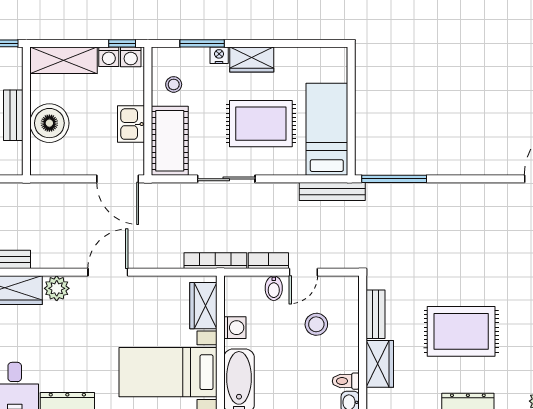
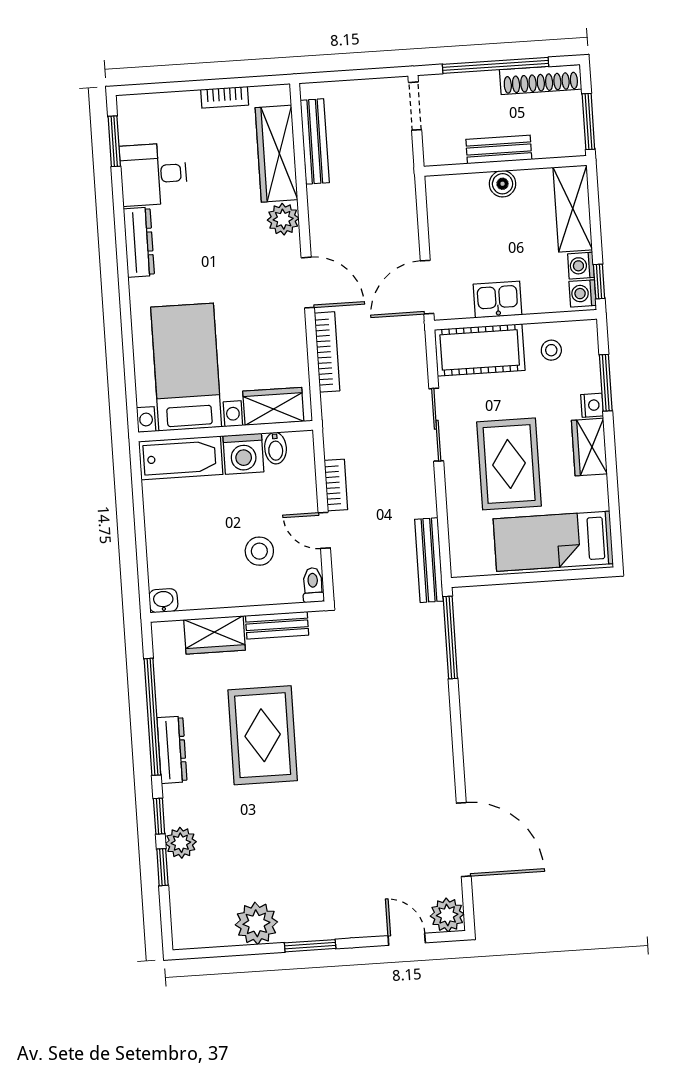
boiler: (49, 123) -> (503, 184), width x0.54, depth x0.54
bed: (327, 129) -> (553, 541), moved, turned 180
bookcase: (215, 261) -> (327, 352), moved
bidet: (274, 288) -> (276, 448), moved, turned -90
washing machine: (235, 328) -> (243, 454), width x1.38, depth x1.38
toilet: (346, 381) -> (313, 585), moved

